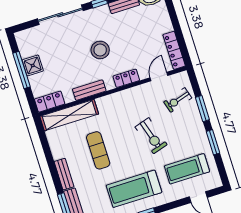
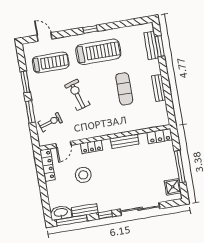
stool: (100, 50) -> (83, 175), moved
shower: (33, 65) -> (173, 187), moved
shelving: (69, 115) -> (145, 122), removed
bench: (64, 174) -> (159, 88), moved

